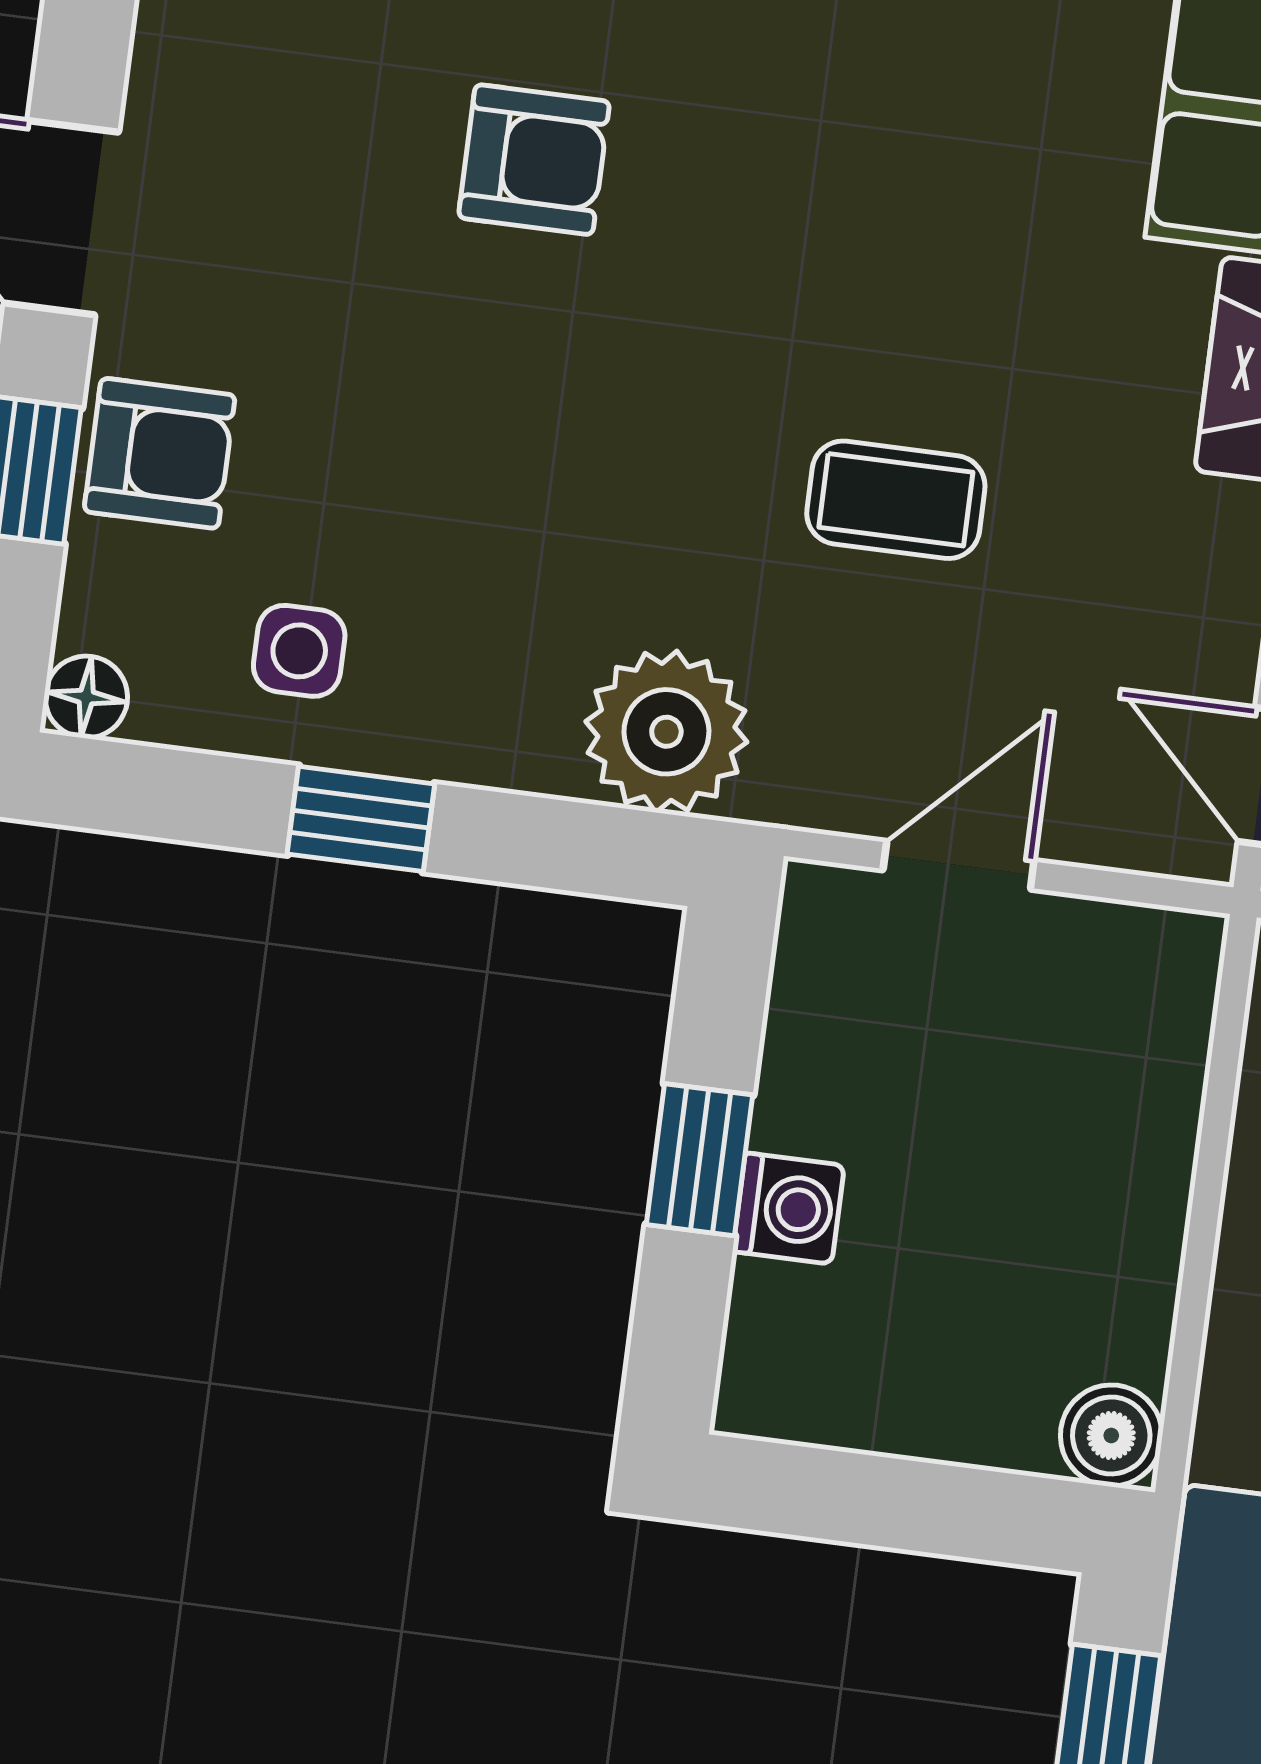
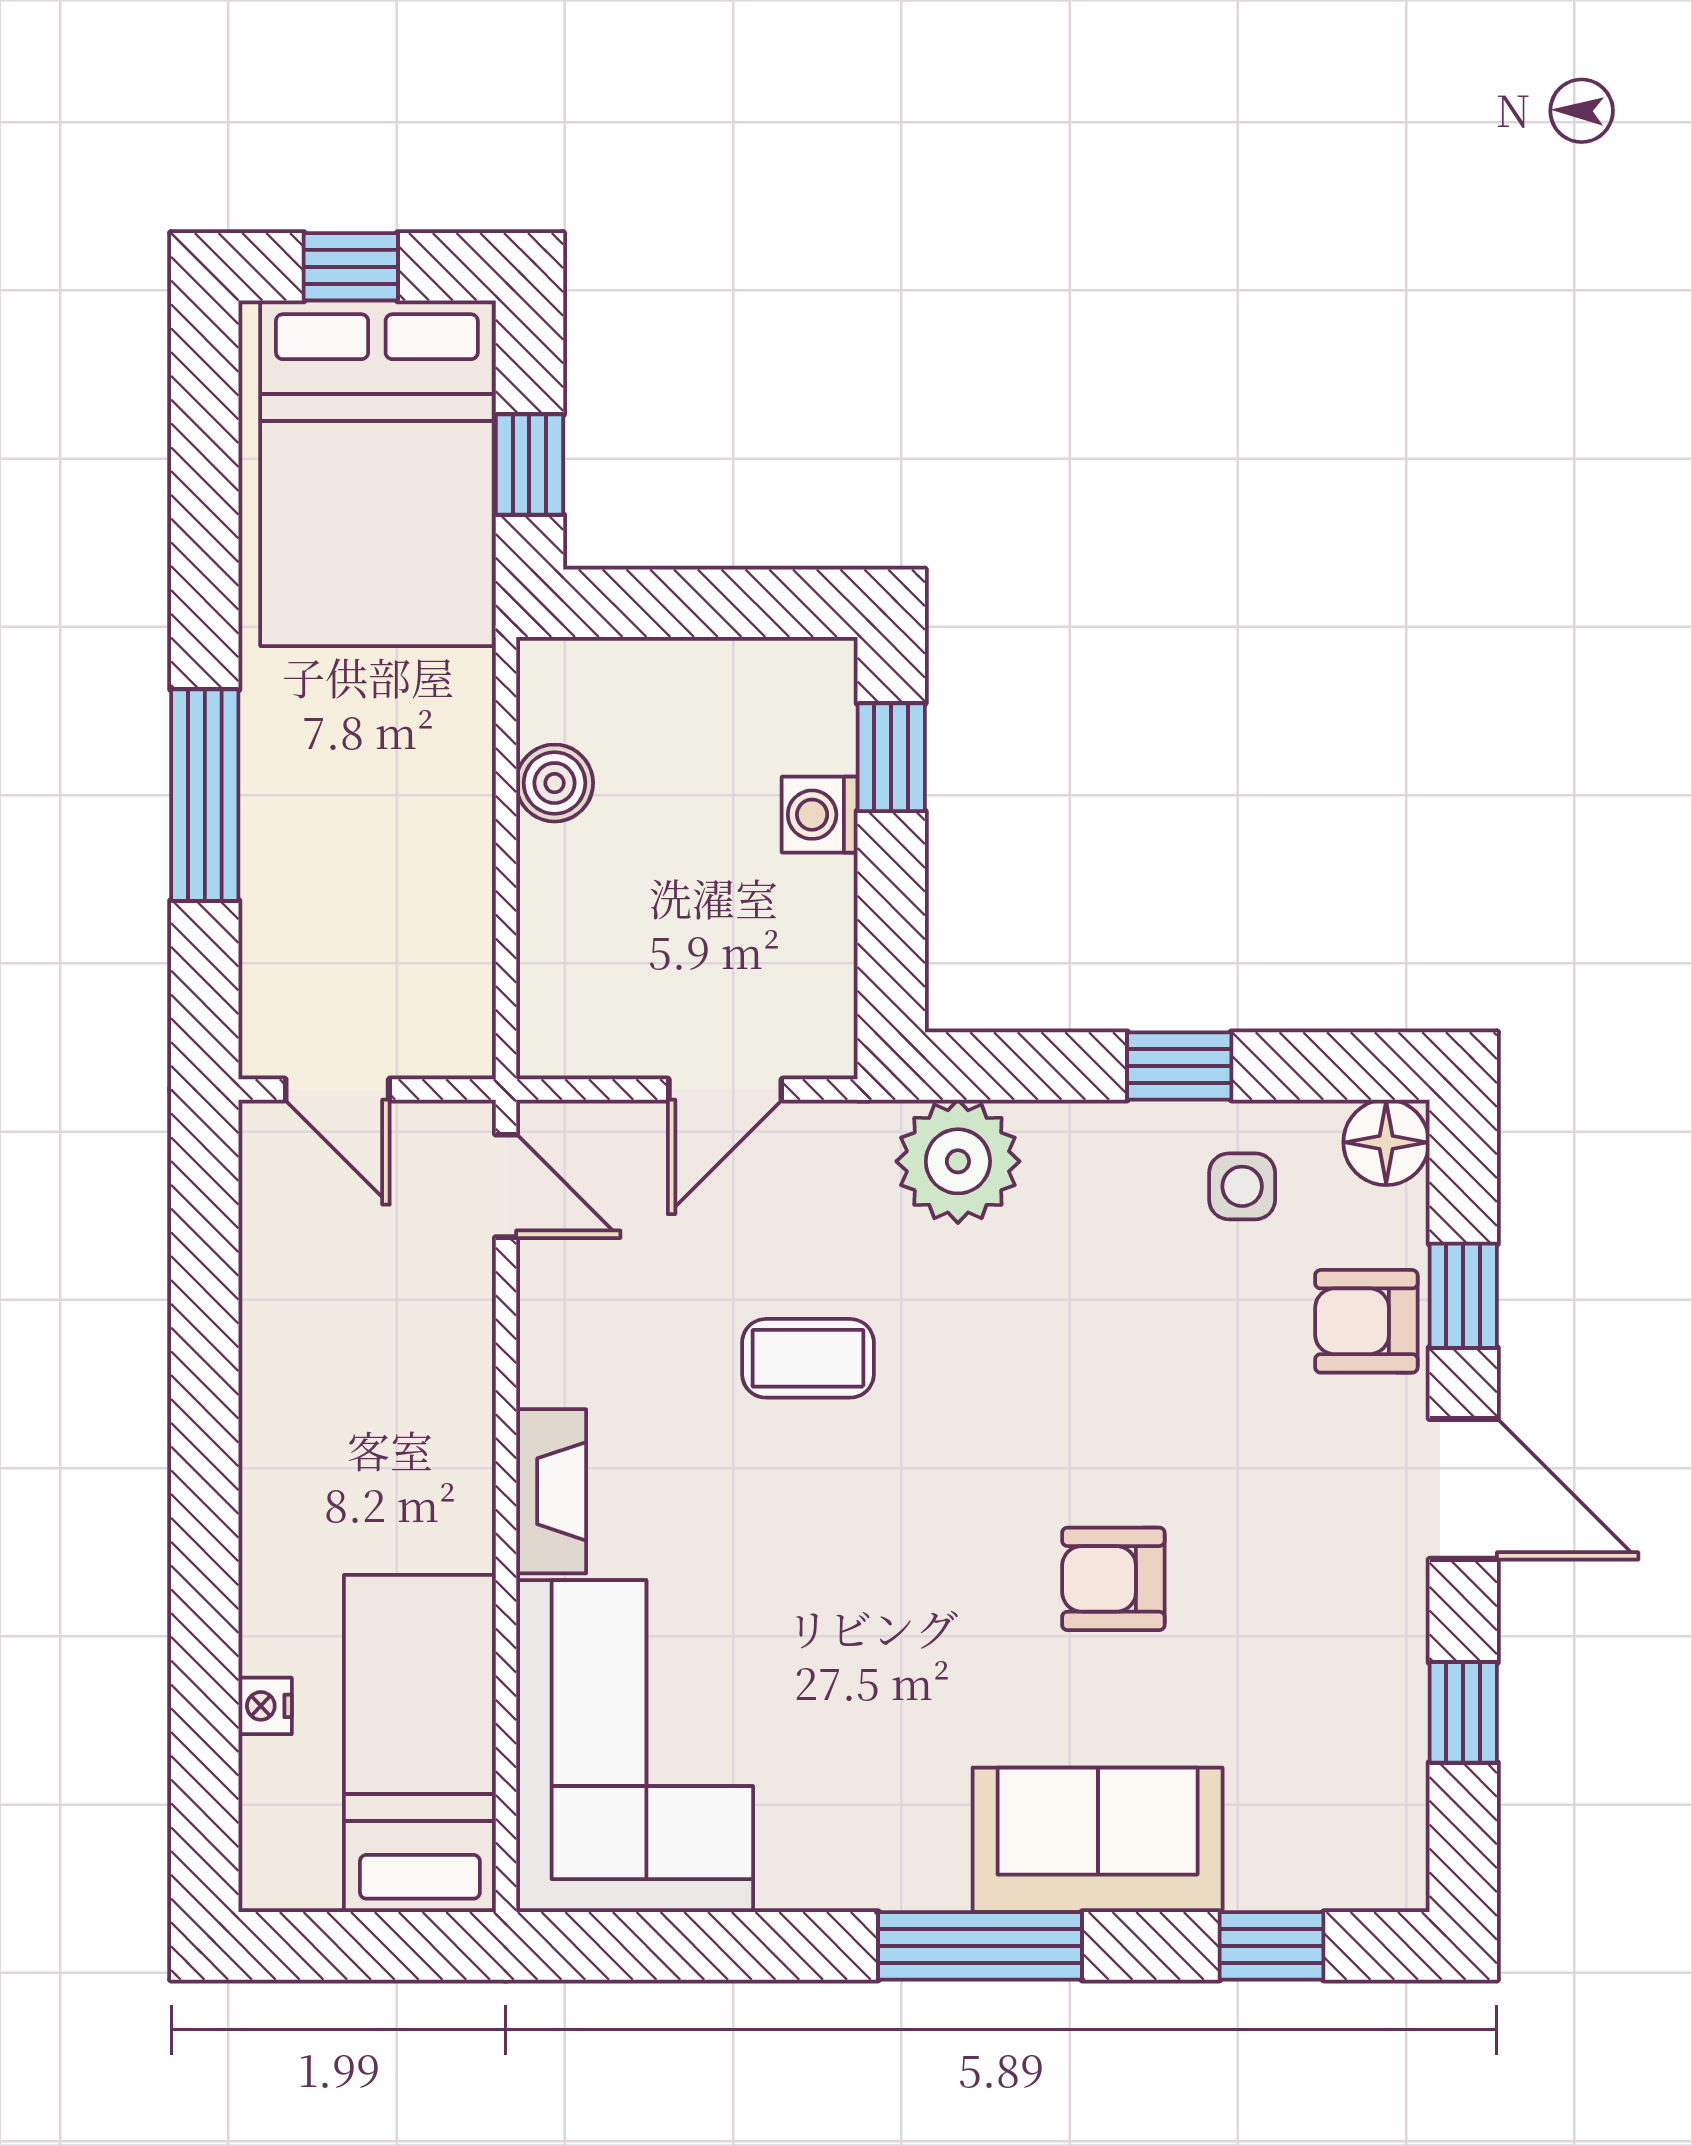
floor lamp: (86, 697) -> (1386, 1142), width x1.37, depth x1.37
window: (700, 1160) -> (891, 757), moved
boiler: (1111, 1436) -> (555, 783), moved

